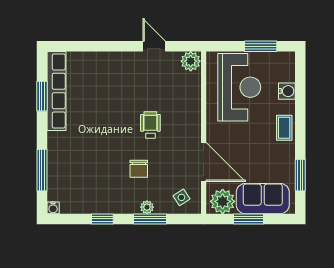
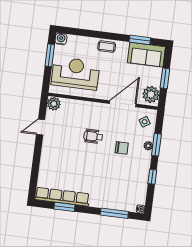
water cooler: (287, 91) -> (61, 39), moved
sofa: (263, 199) -> (146, 55), moved, turned -90

